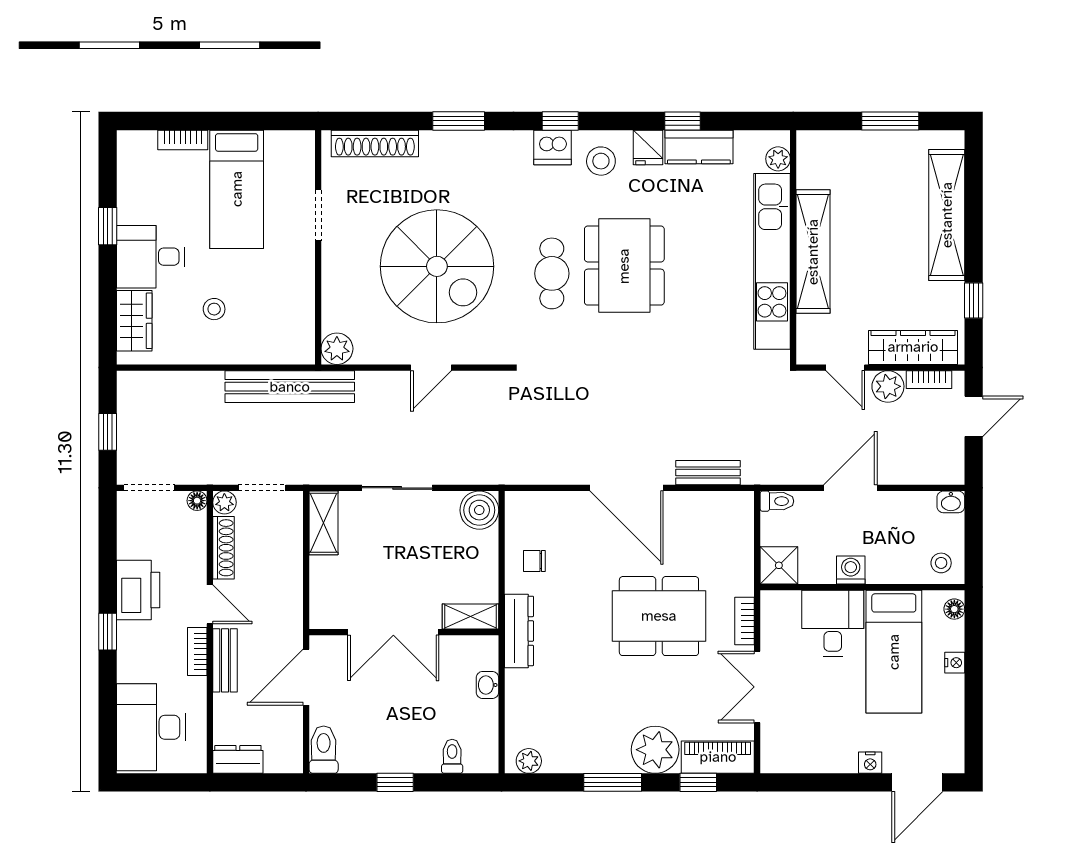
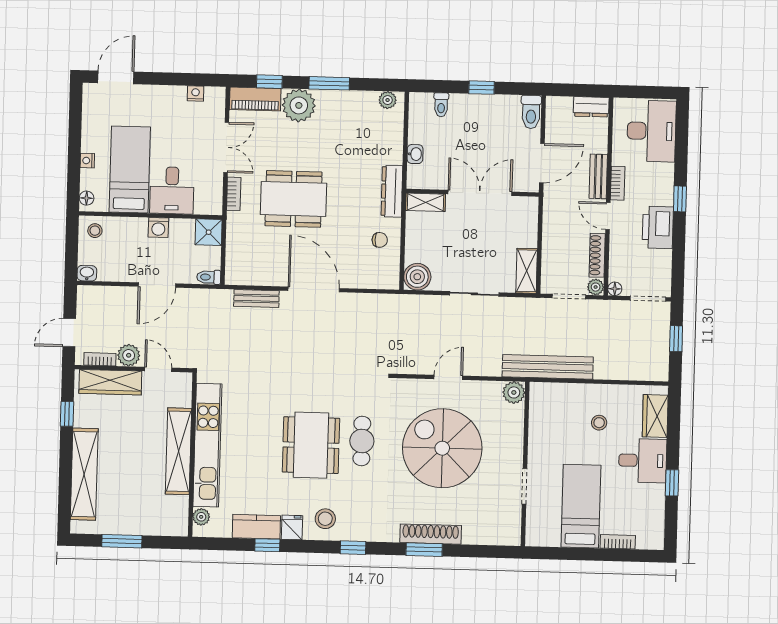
shoe rack: (375, 143) -> (431, 534), moved
dishwasher: (553, 147) -> (359, 529), removed
nightstand: (870, 763) -> (195, 93), moved

